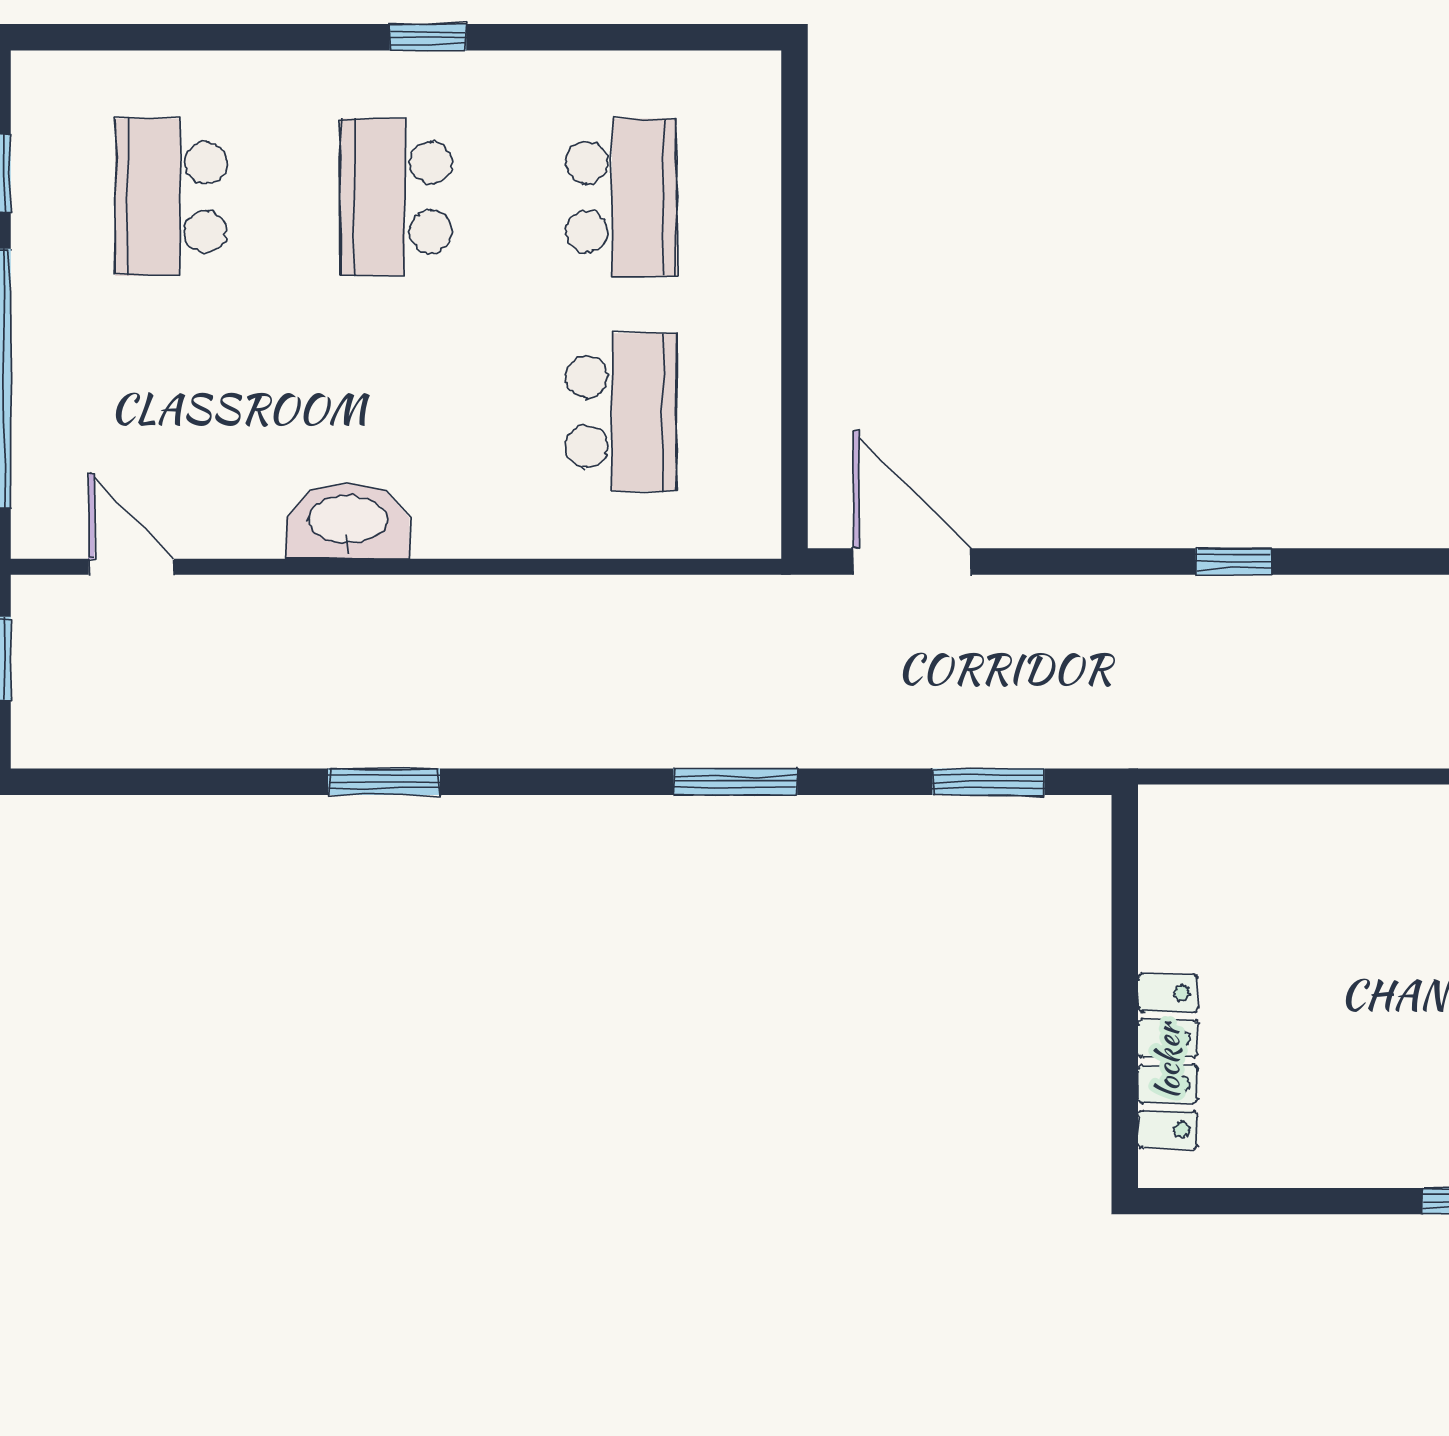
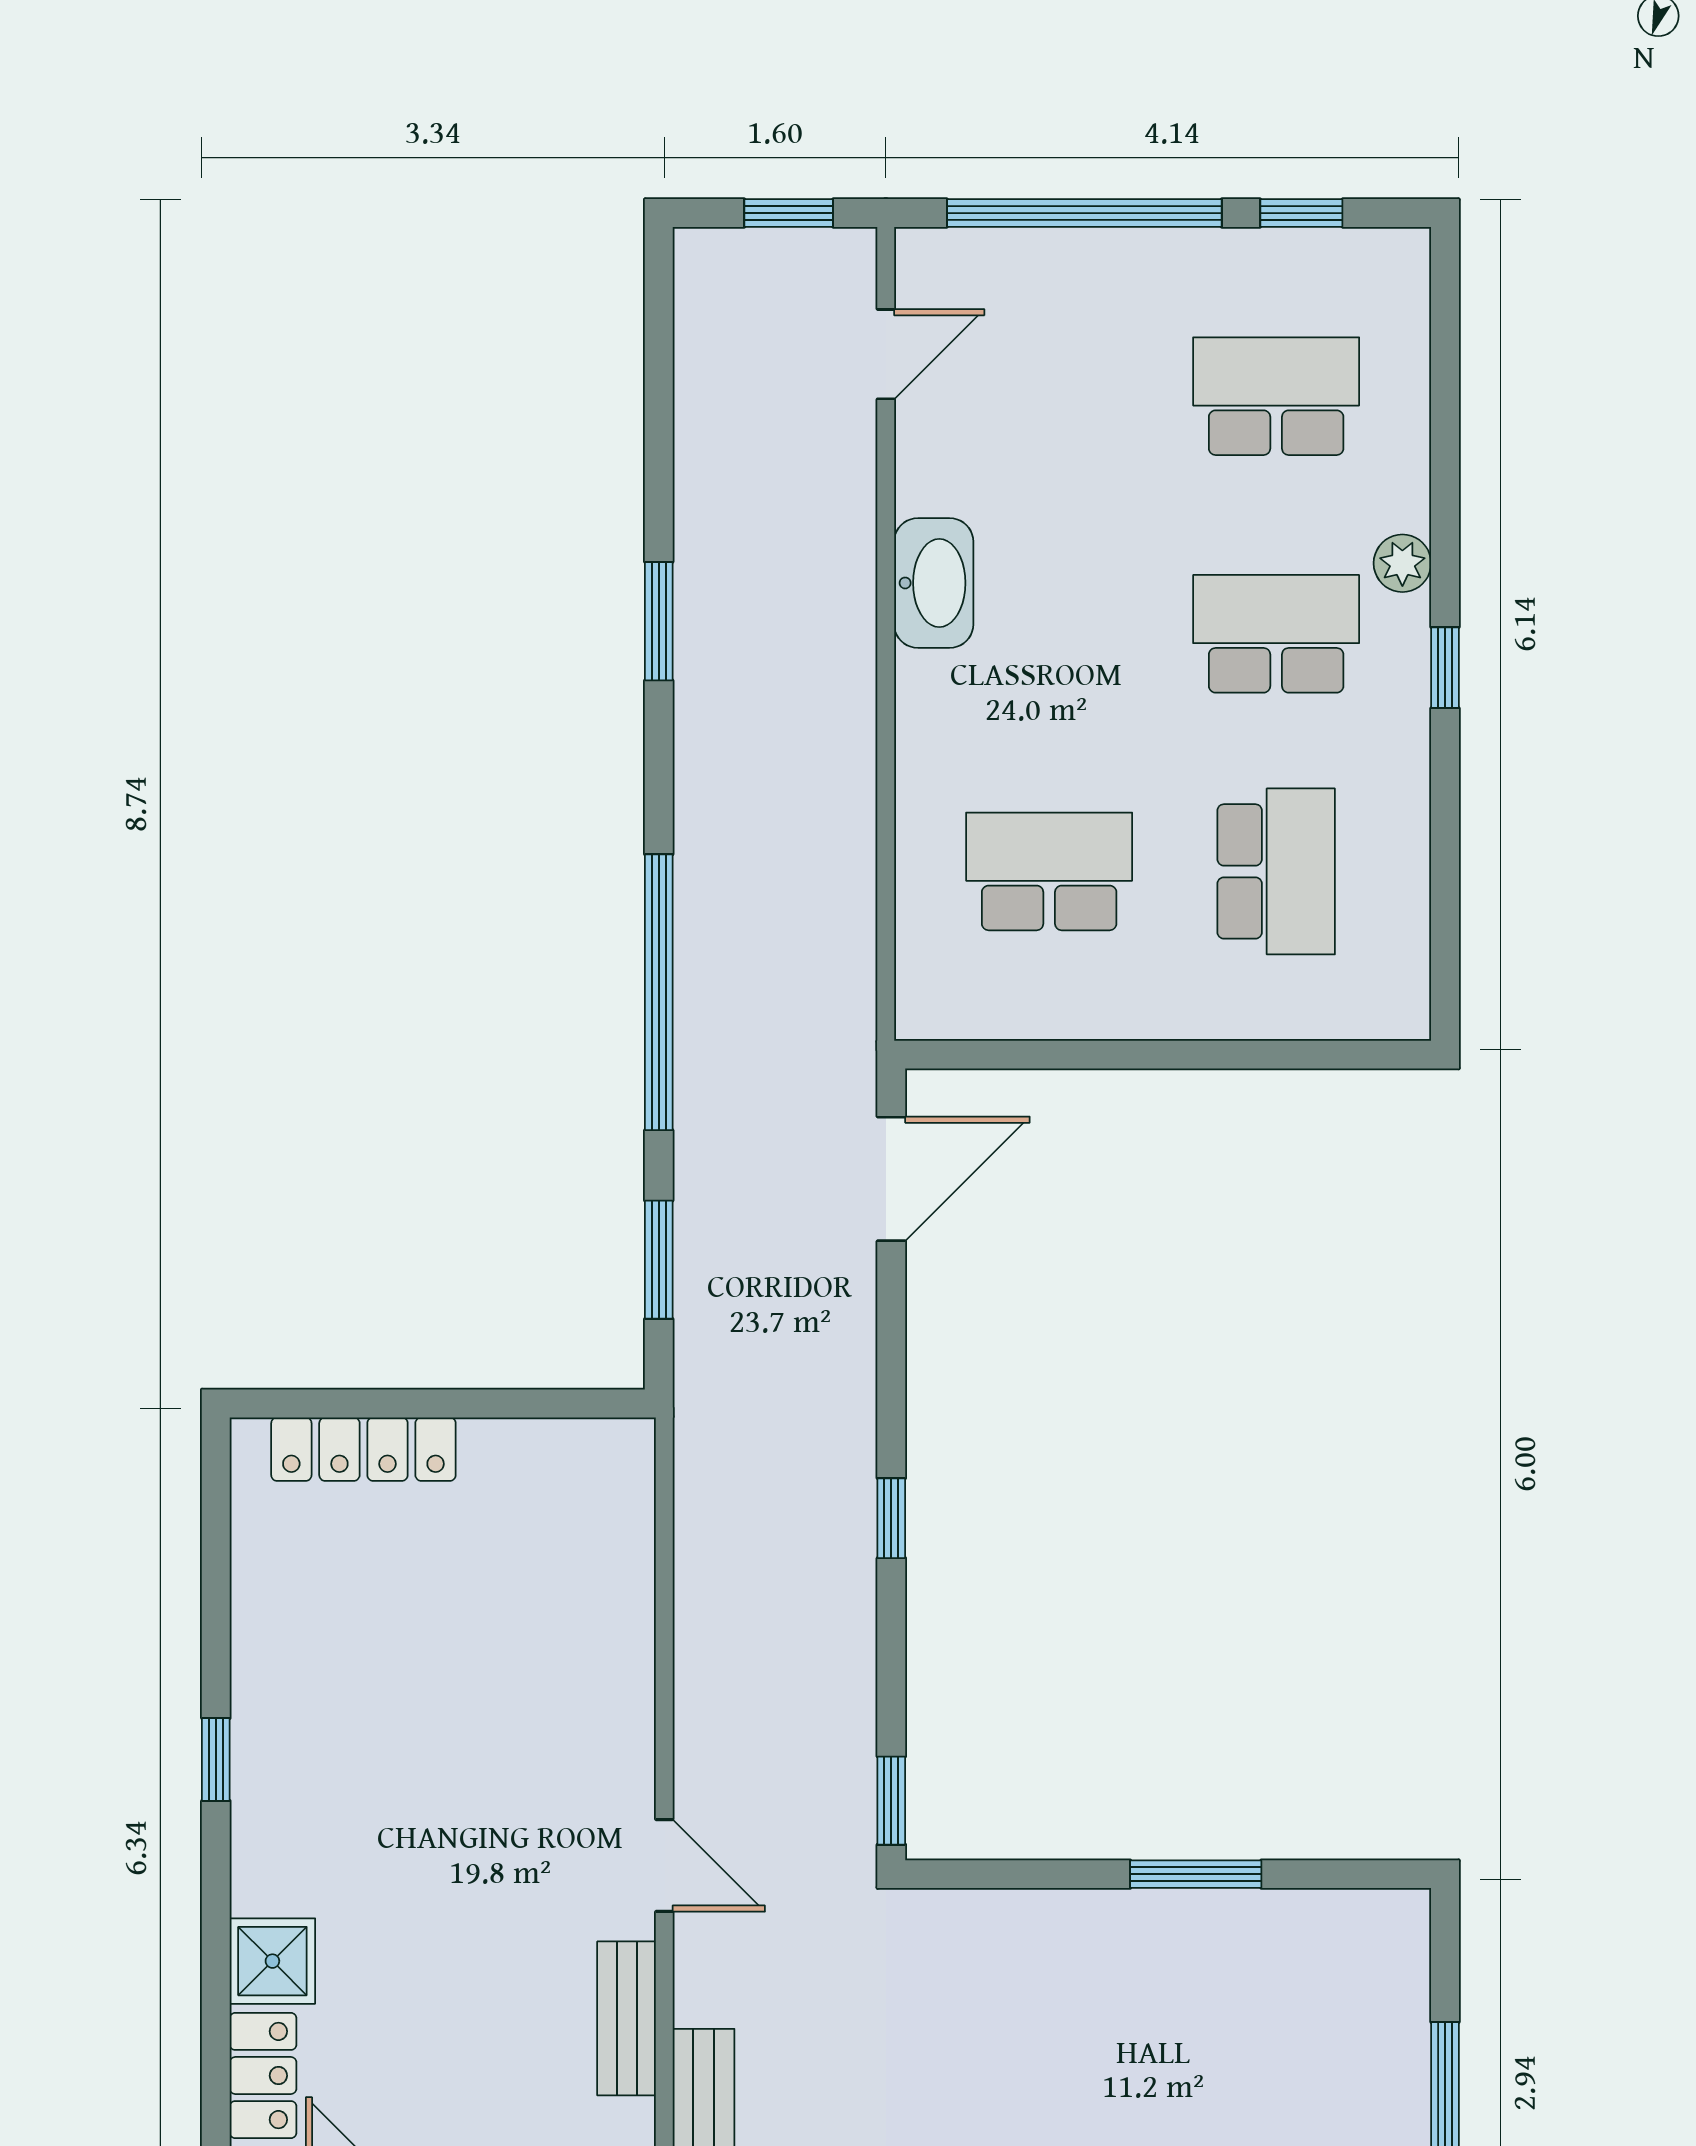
plant: (329, 78) -> (1402, 563), added
school desk: (621, 197) -> (1276, 871), turned -90
school desk: (621, 412) -> (1049, 871), turned 180
window: (735, 782) -> (659, 992), width x2.11

